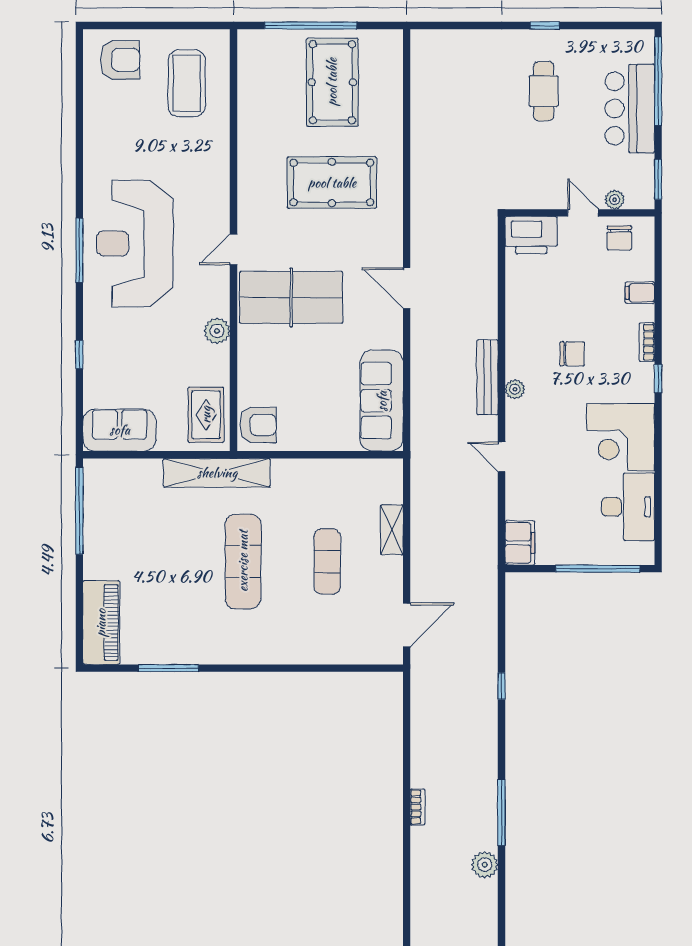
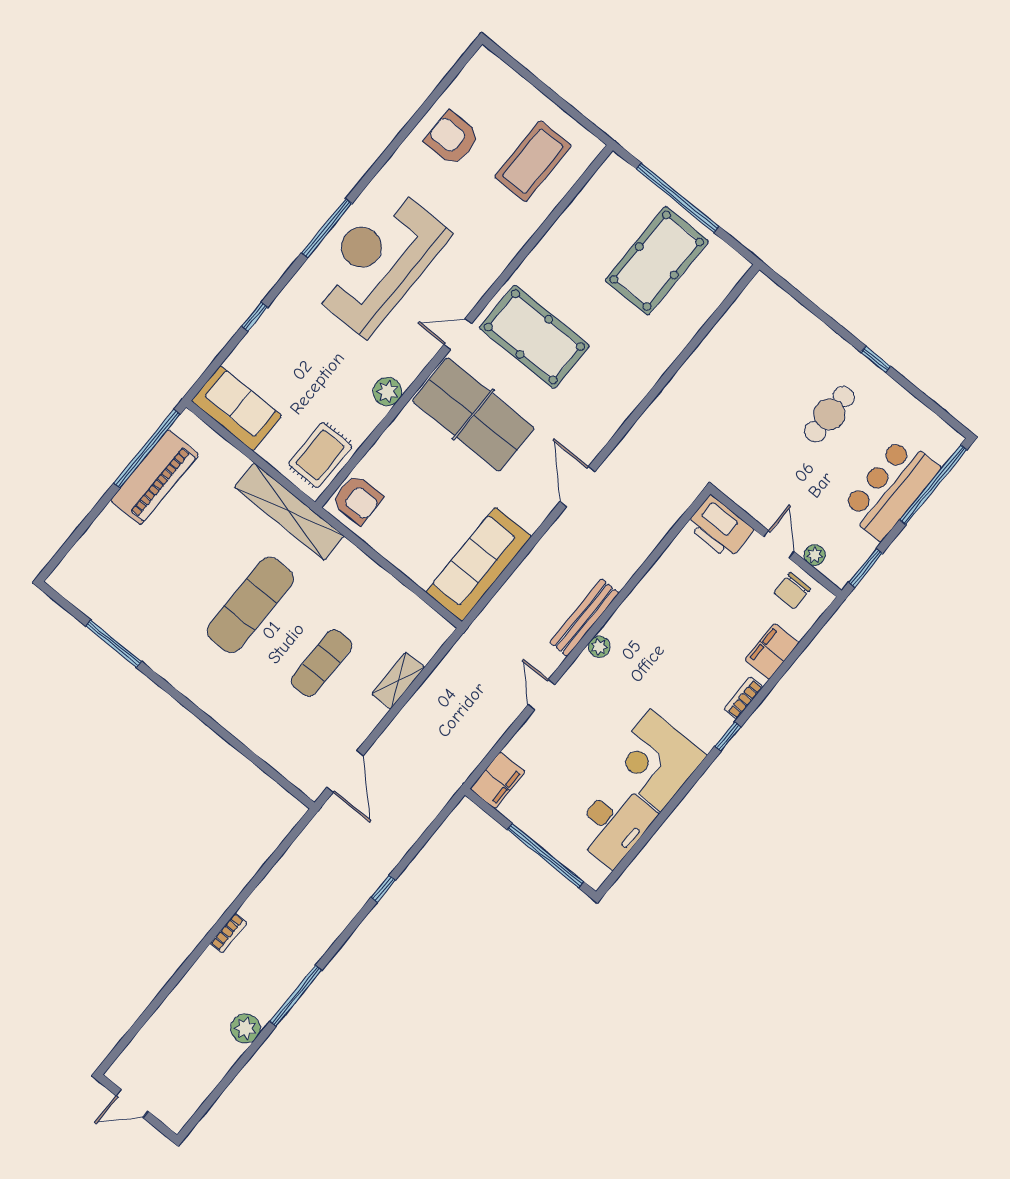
armchair: (120, 60) -> (452, 138), moved, turned 180
pool table: (332, 183) -> (534, 337), moved
filing cabinet: (640, 293) -> (772, 651), width x2.00
chair: (572, 354) -> (672, 656), removed
piano: (101, 623) -> (154, 477), moved
door: (407, 625) -> (345, 771), hinge flipped

